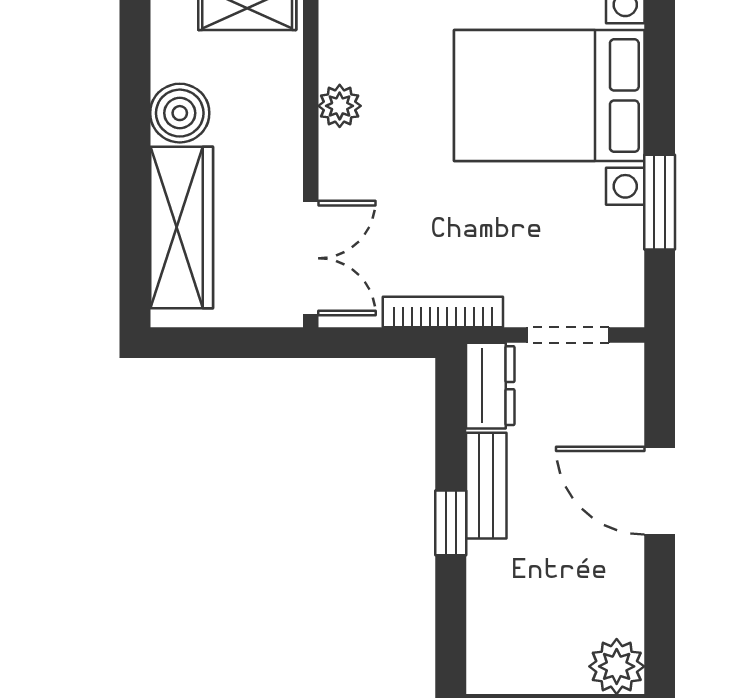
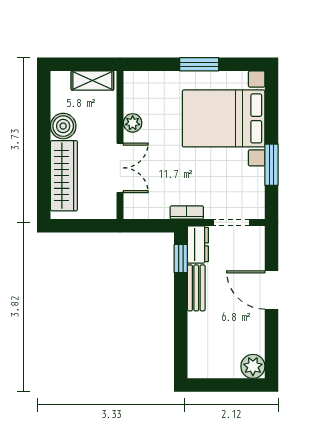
double door: (311, 258) -> (120, 168), moved
bookcase: (443, 312) -> (187, 212), width x0.64
window: (451, 523) -> (181, 259), moved

